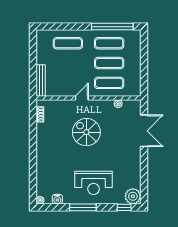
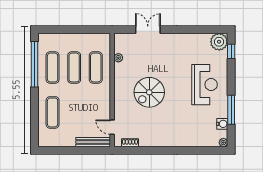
door: (82, 98) -> (112, 127), moved
double door: (144, 131) -> (148, 30), width x0.73
window: (83, 207) -> (231, 110), moved

